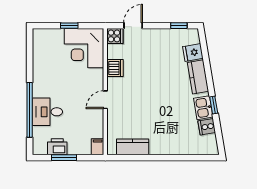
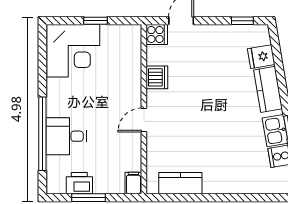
corner desk: (84, 48) -> (73, 51), moved, turned -90

